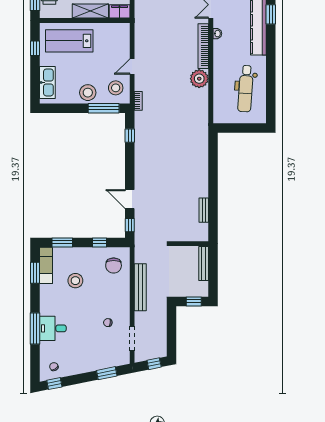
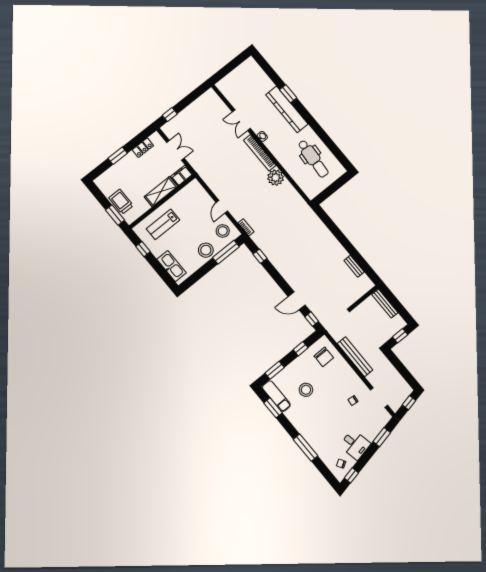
lab bench: (69, 41) -> (163, 224), width x0.73, depth x0.72
desk: (53, 328) -> (355, 445), moved, turned -101

